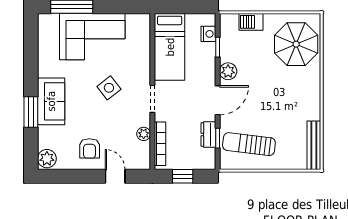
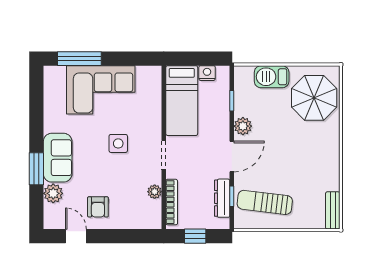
barbecue: (251, 22) -> (272, 77), width x1.38, depth x1.27
nightstand: (208, 34) -> (207, 73), moved, turned -90
side table: (109, 88) -> (118, 143), turned 38
dresser: (208, 134) -> (222, 198), width x1.44
bench: (314, 145) -> (333, 210), width x0.73
plant: (47, 159) -> (53, 193), moved
door: (115, 176) -> (76, 236), moved

